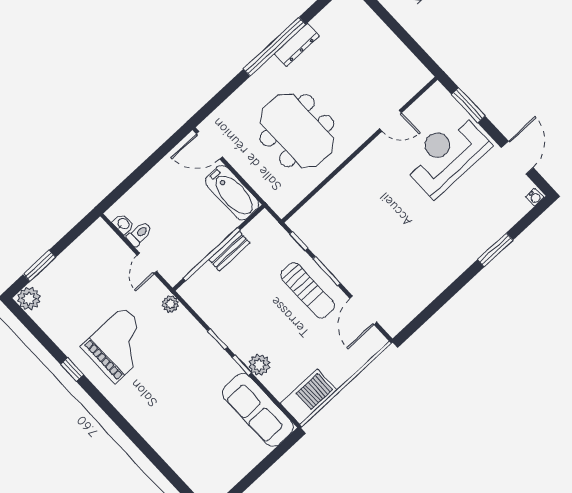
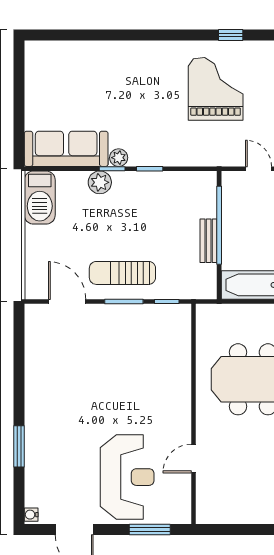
plant: (170, 304) -> (119, 158), moved
grand piano: (119, 345) -> (216, 89), turned 180

